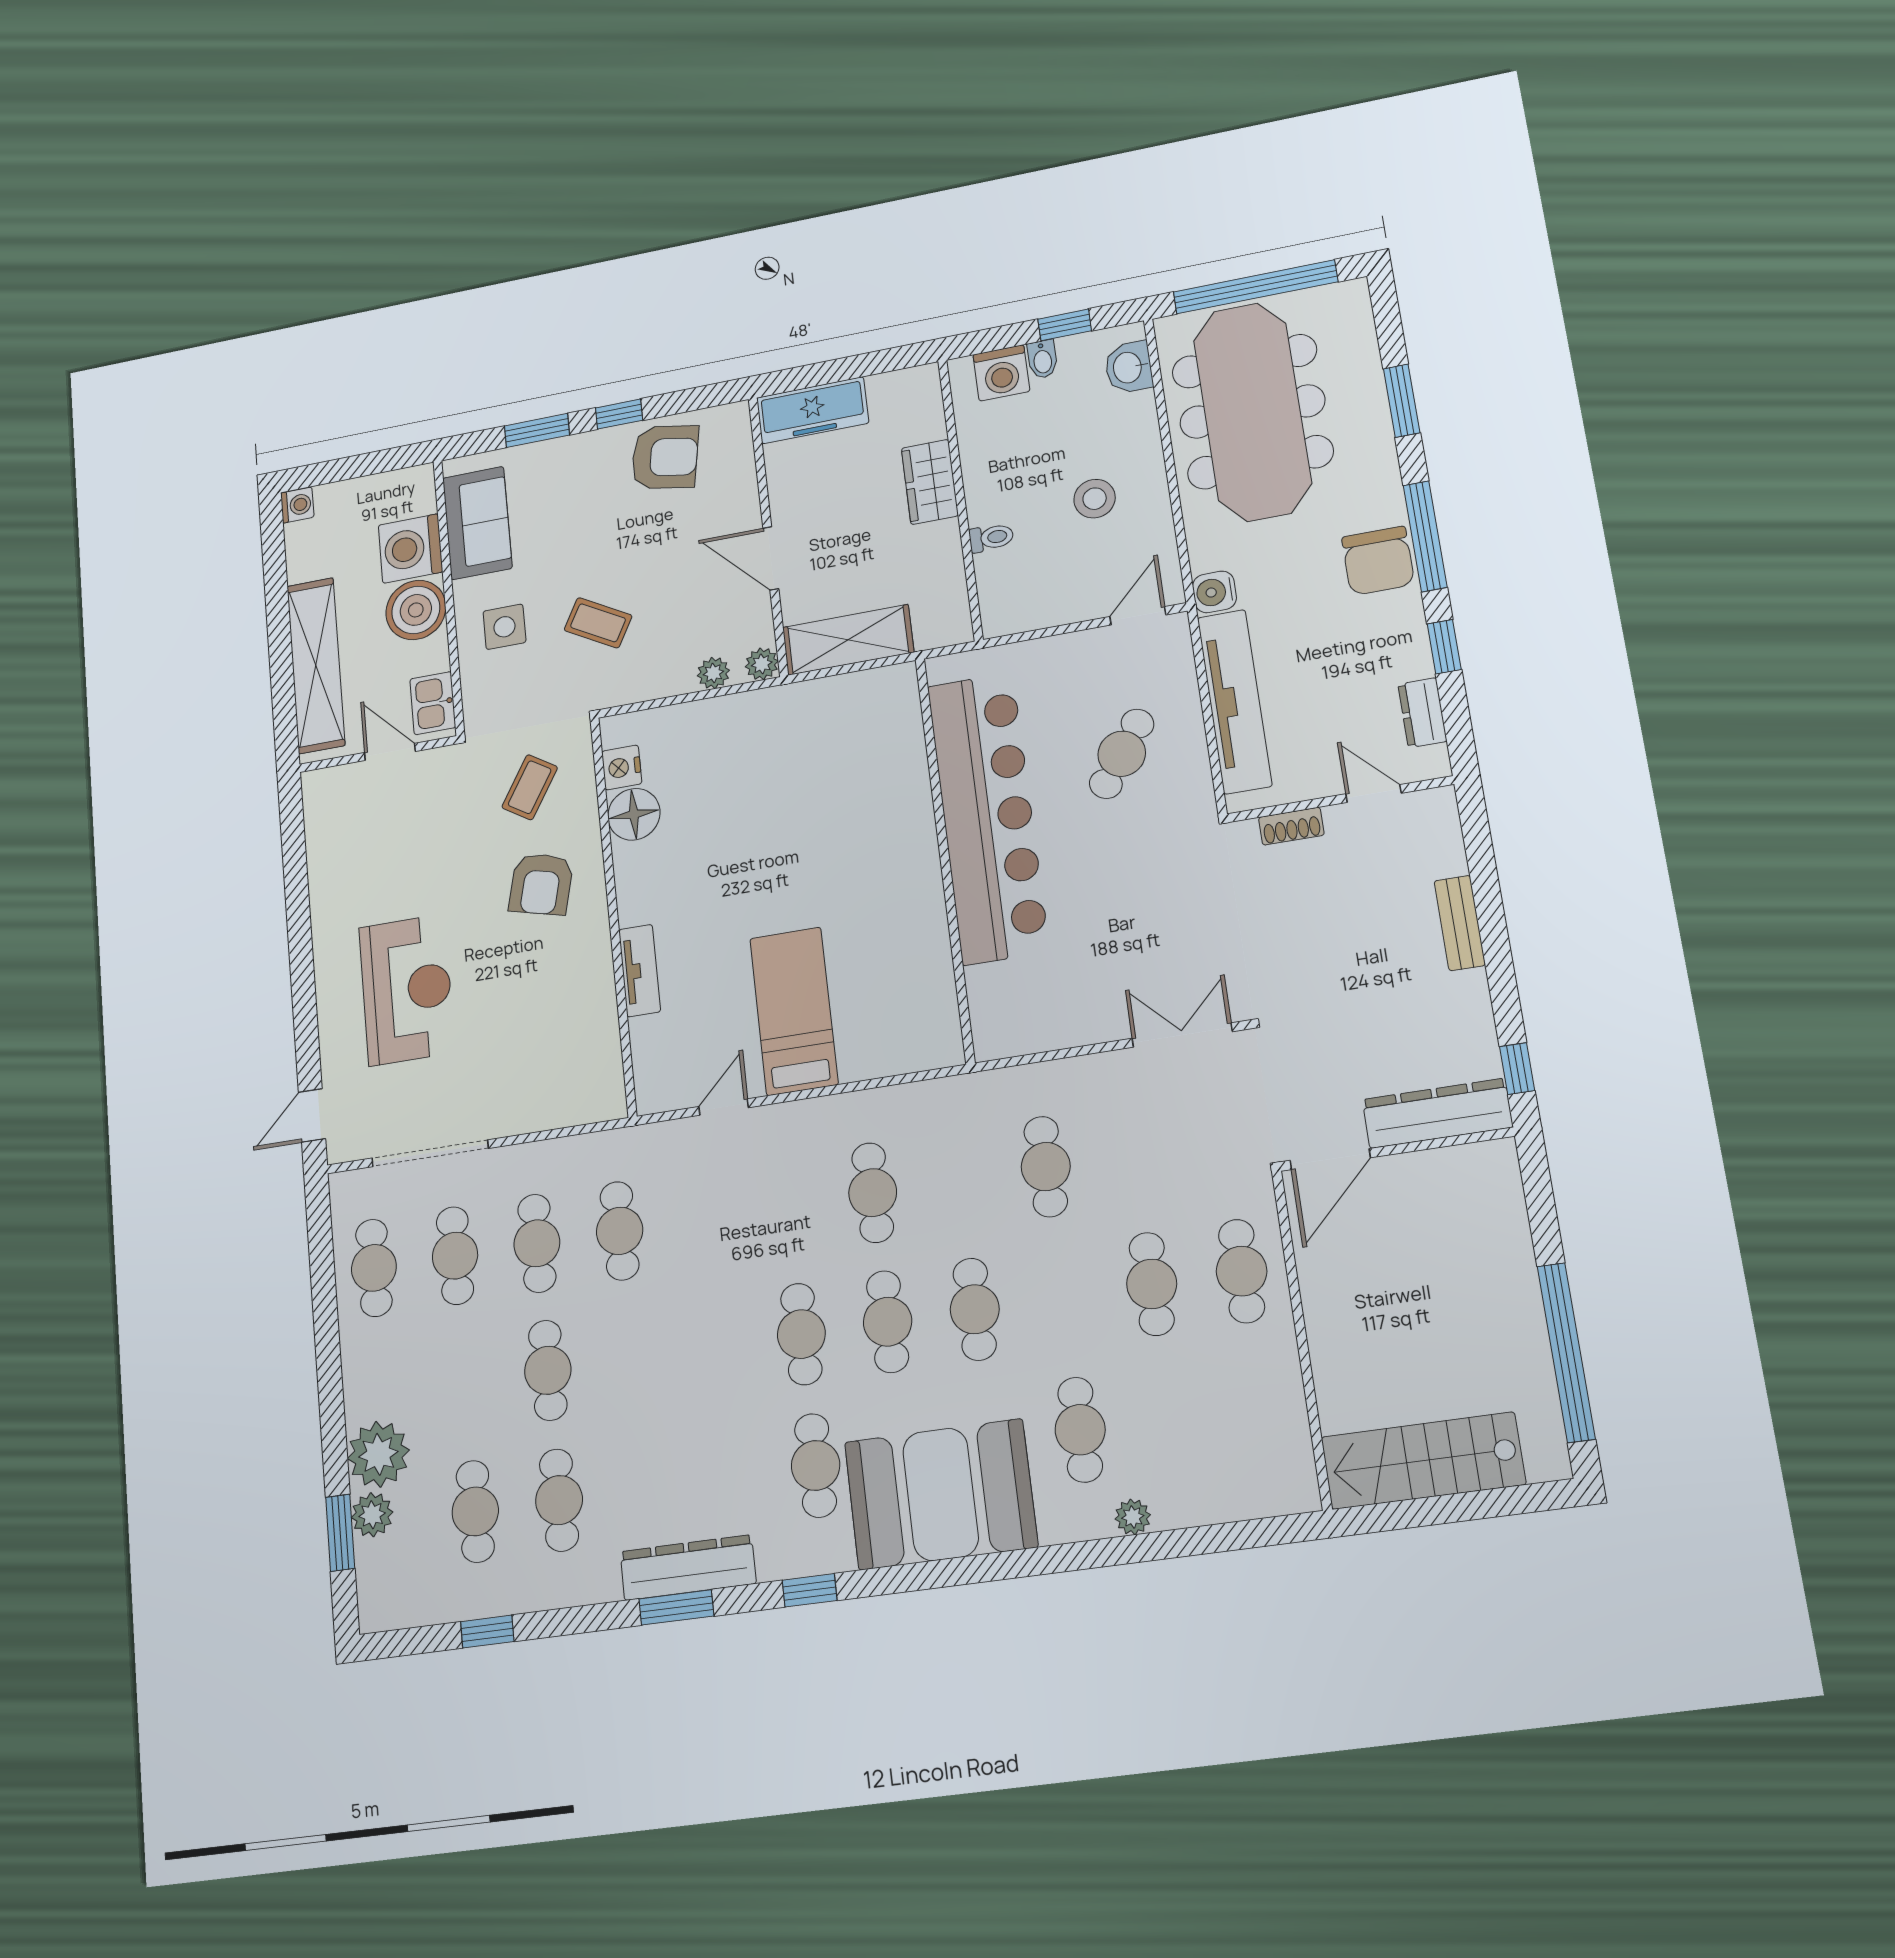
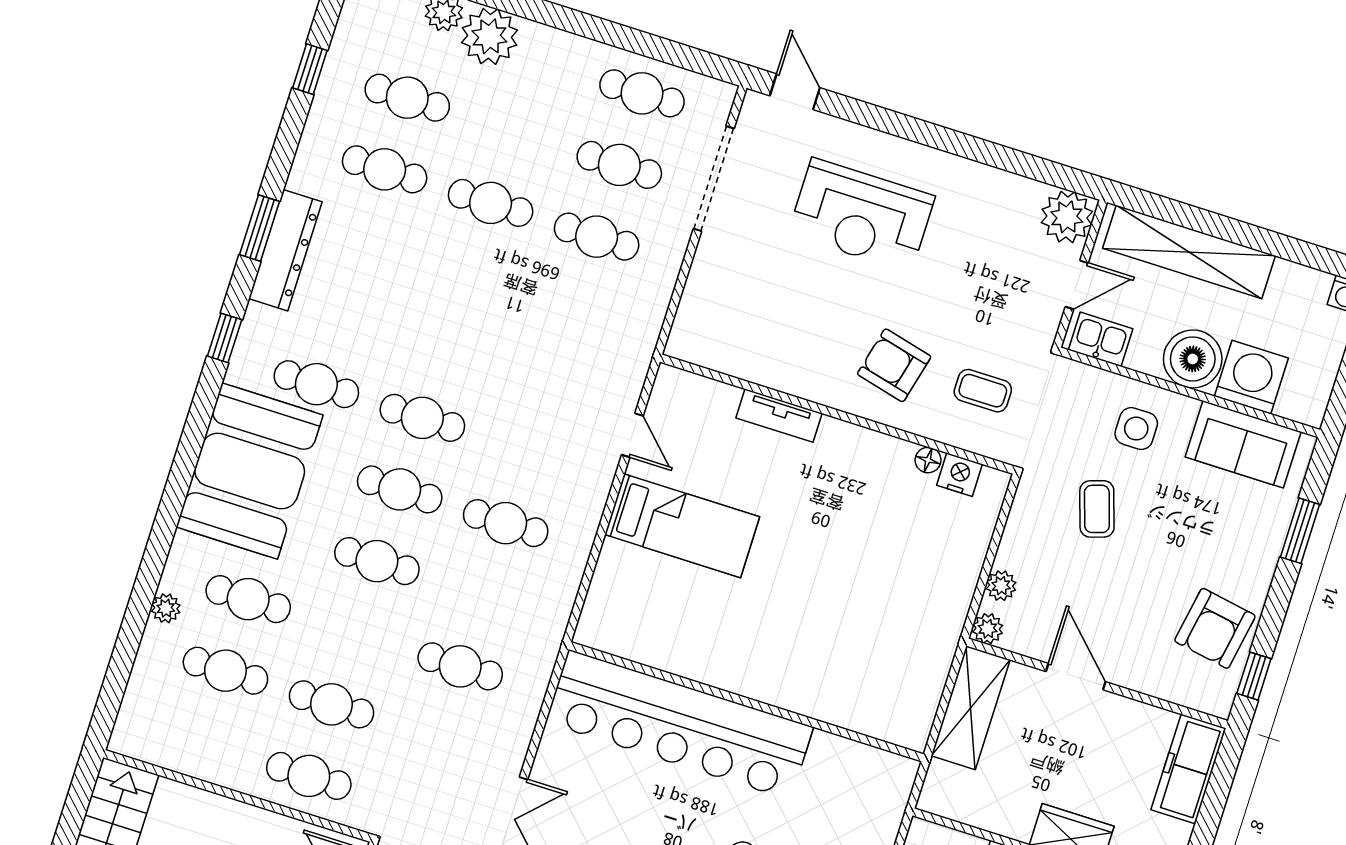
window: (619, 414) -> (1254, 676), moved
door: (771, 558) -> (1076, 677), hinge flipped
coffee table: (598, 623) -> (1097, 509), turned -47
coffee table: (530, 787) -> (983, 391), turned -32
plant: (329, 794) -> (1067, 217), added
floor lamp: (634, 814) -> (928, 460), width x0.53, depth x0.53
bar counter: (988, 817) -> (679, 725), moved
cafe table: (620, 1231) -> (225, 671), moved

